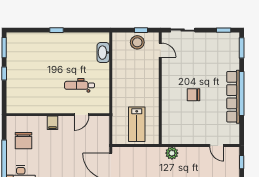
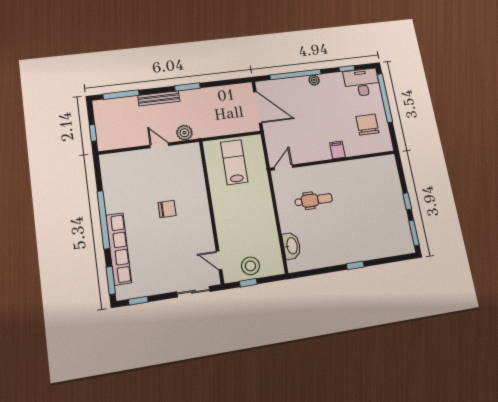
row of seats: (233, 97) -> (119, 249), moved
door: (81, 115) -> (284, 167), moved
door: (217, 145) -> (159, 145), moved

